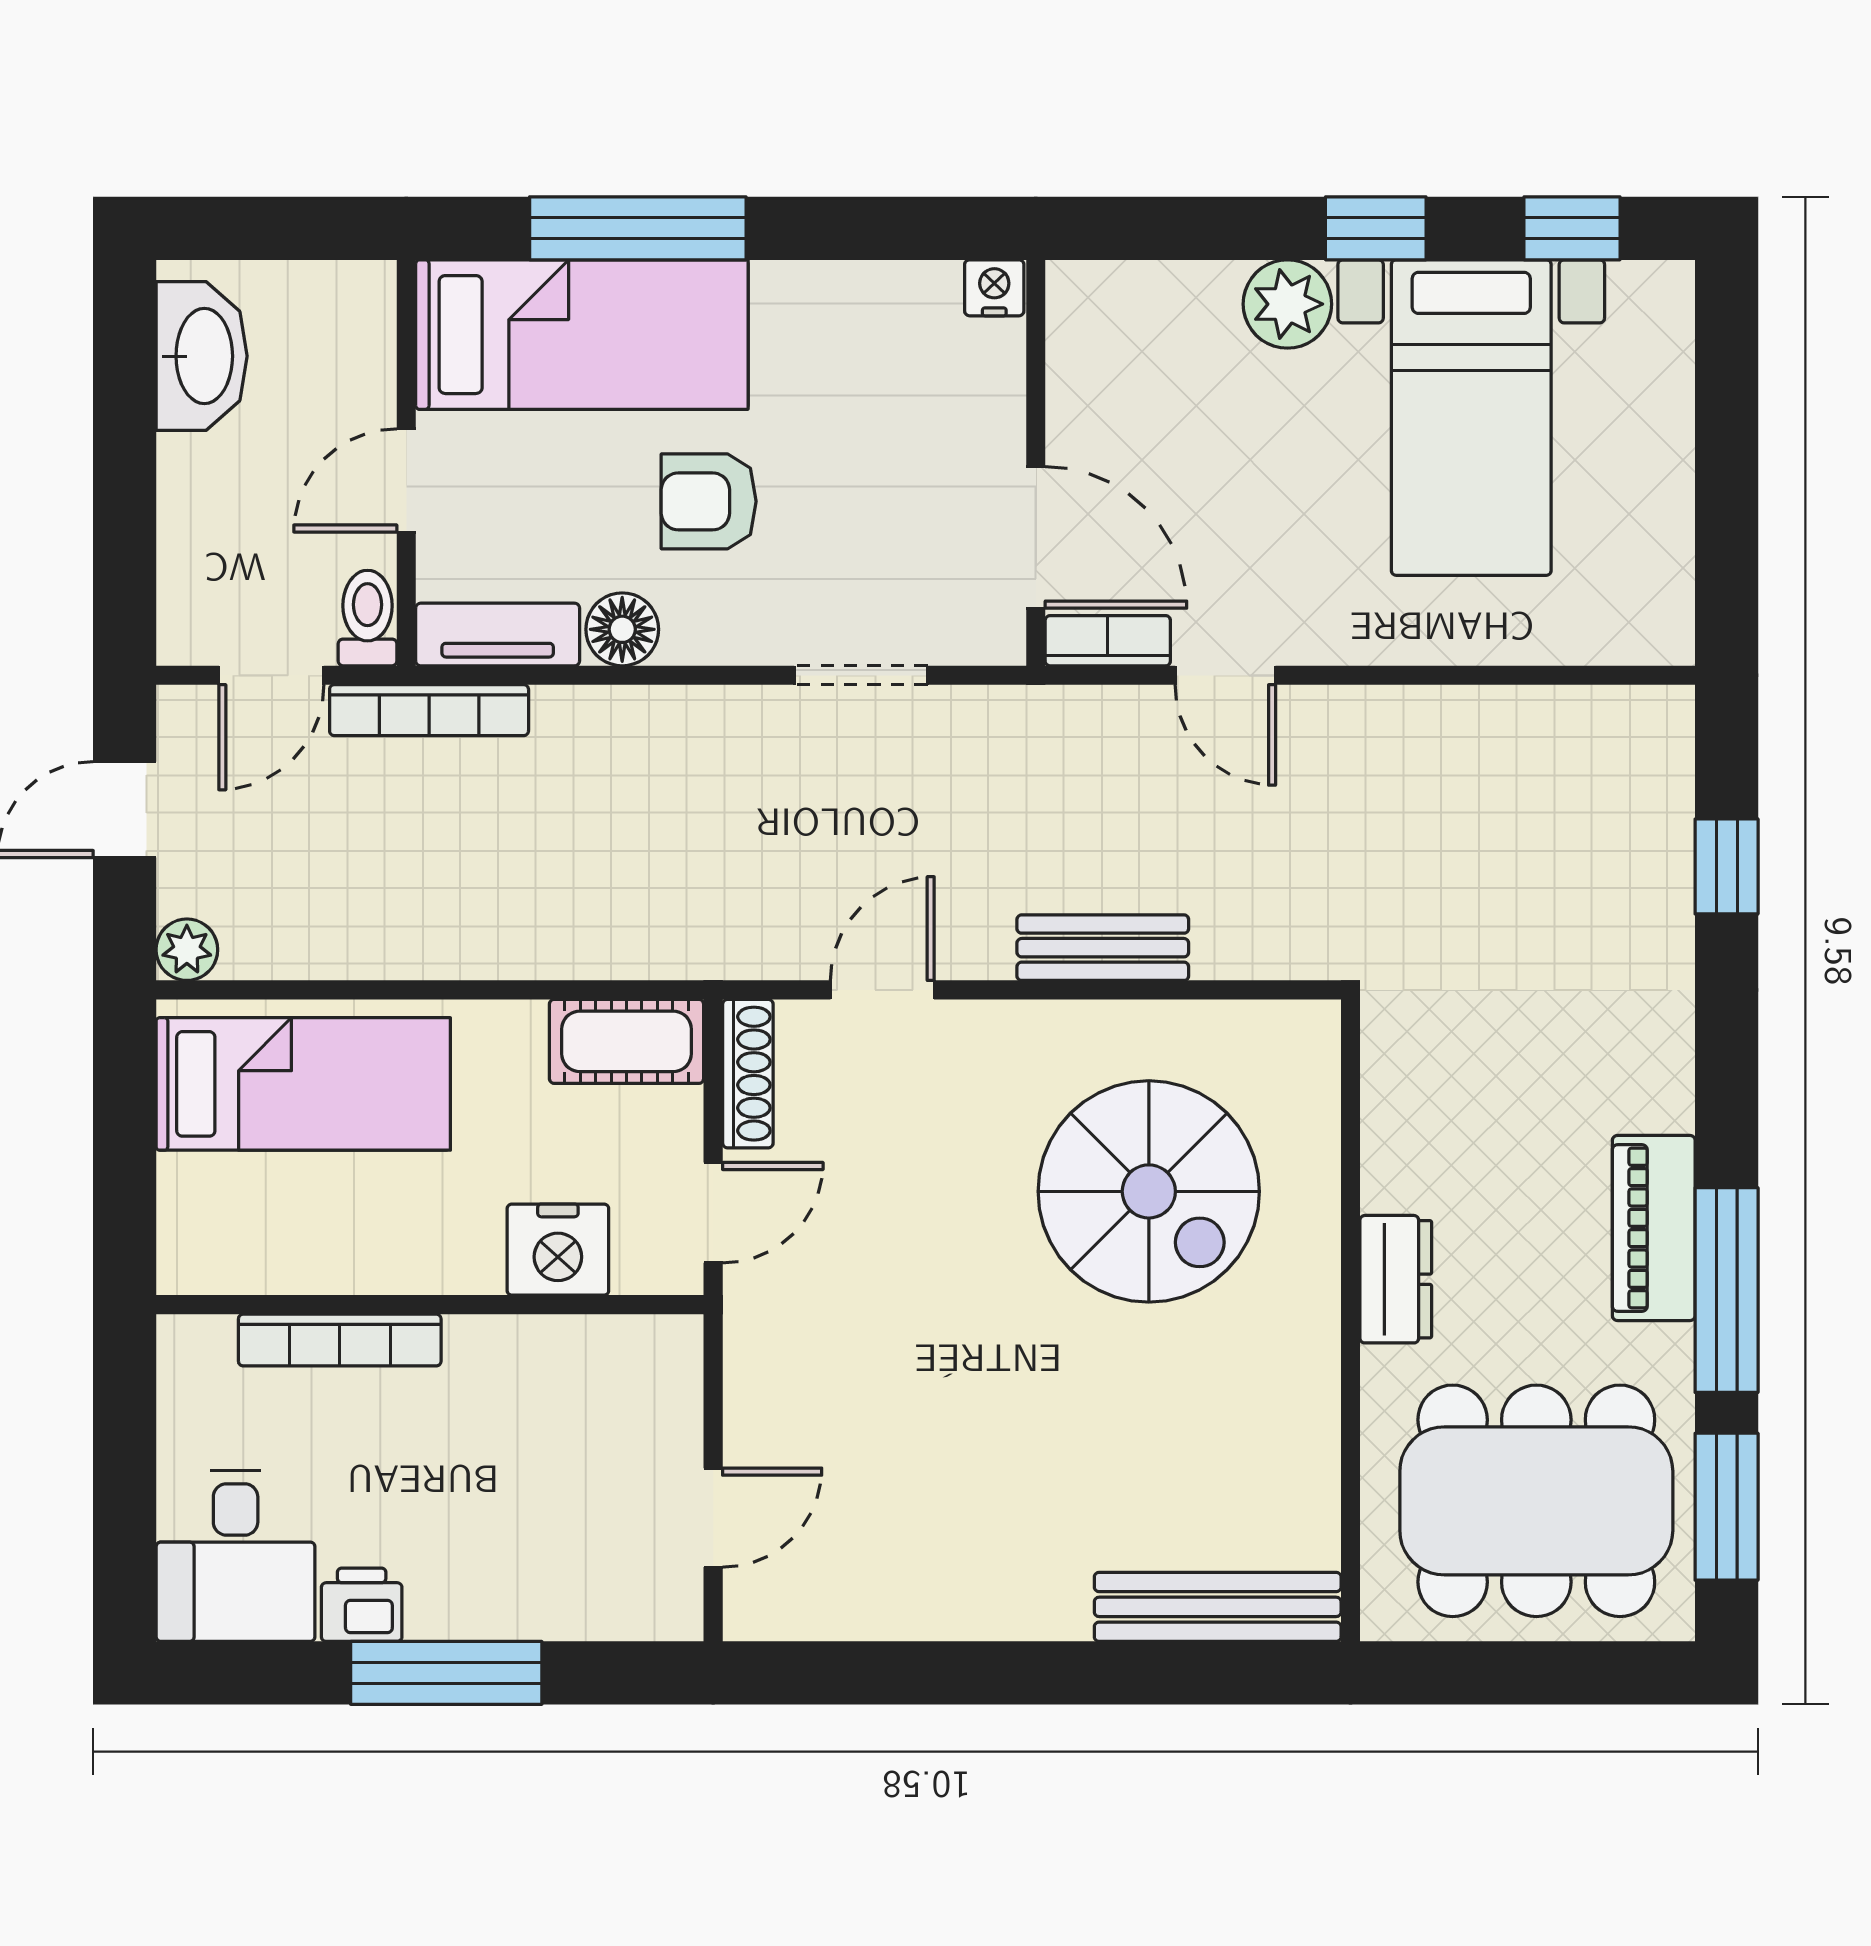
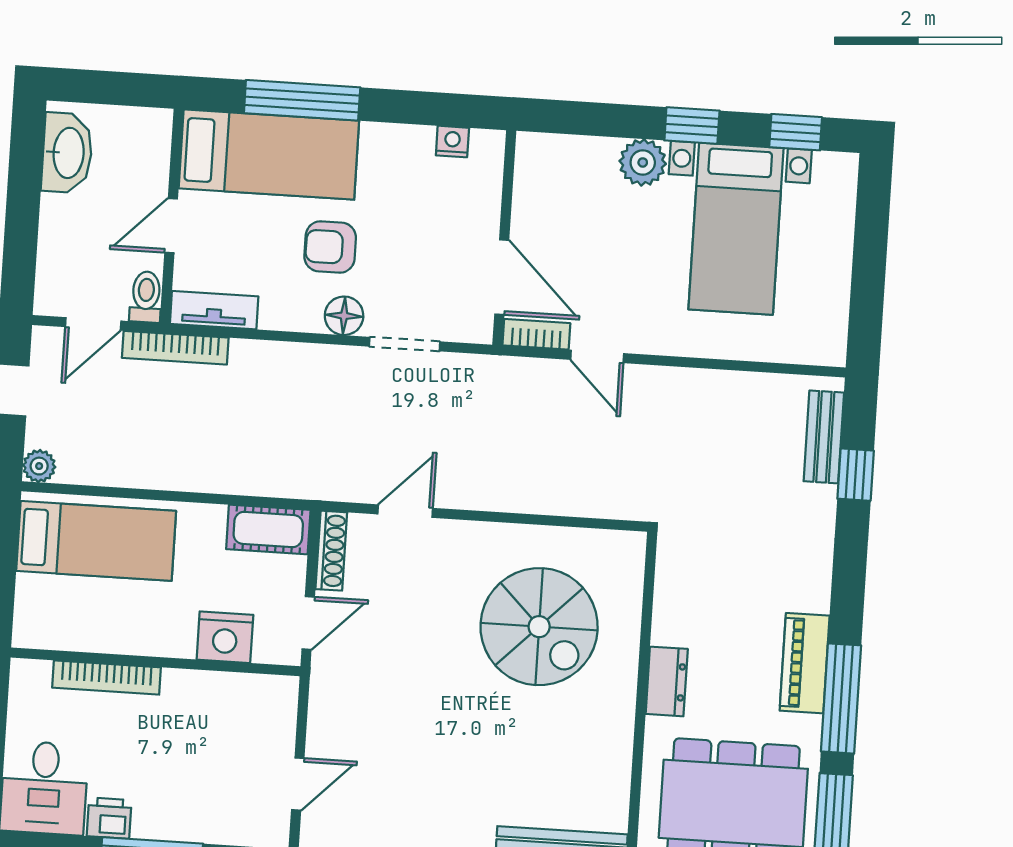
nightstand: (994, 288) -> (452, 142), moved
floor lamp: (622, 629) -> (344, 316), moved
bench: (1103, 948) -> (824, 437), moved, turned 90

